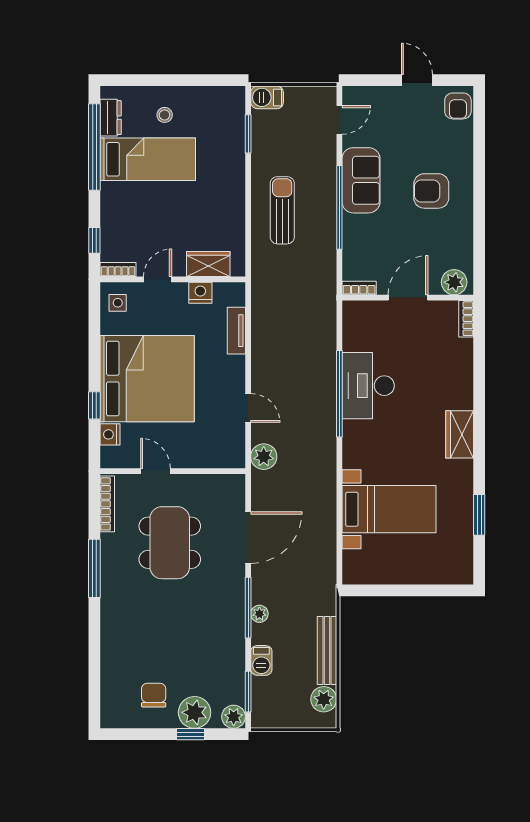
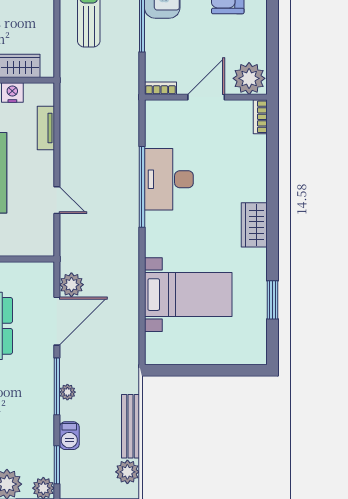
plant: (454, 282) -> (249, 78), width x1.36, depth x1.36
plant: (264, 457) -> (71, 285), moved

